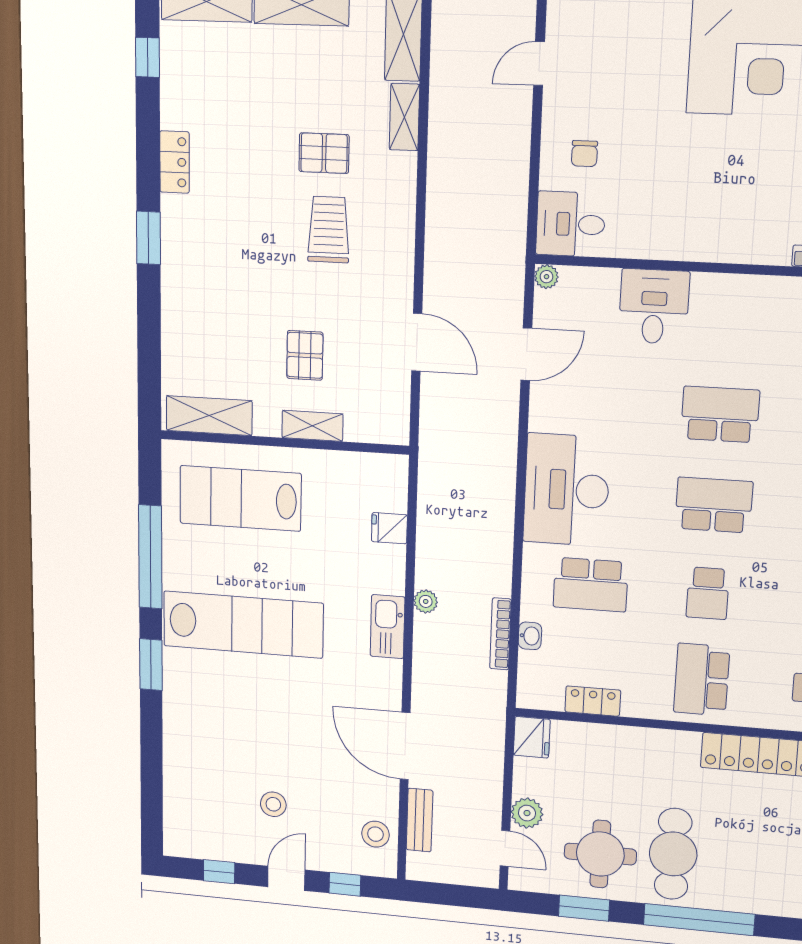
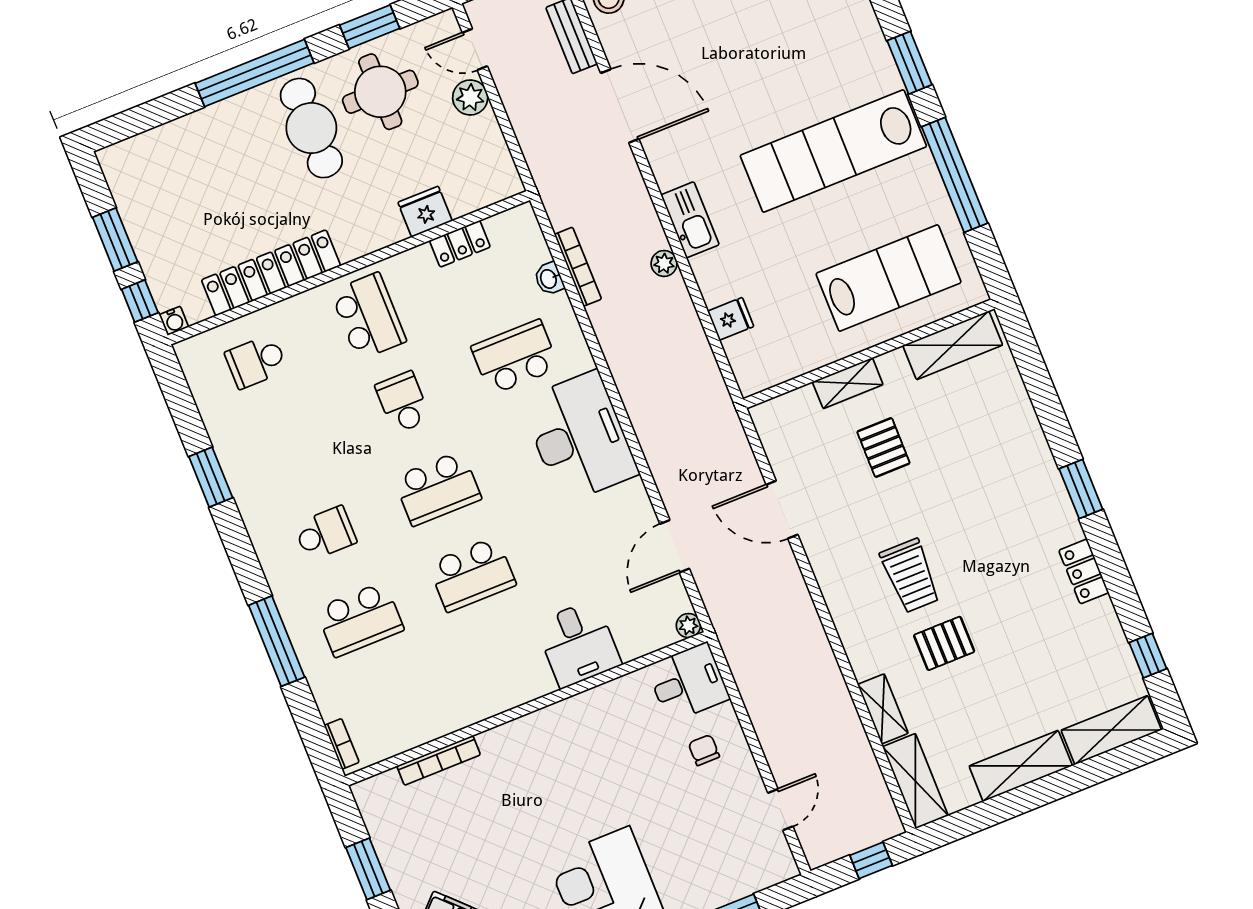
fridge: (532, 737) -> (425, 212), moved, turned 90

